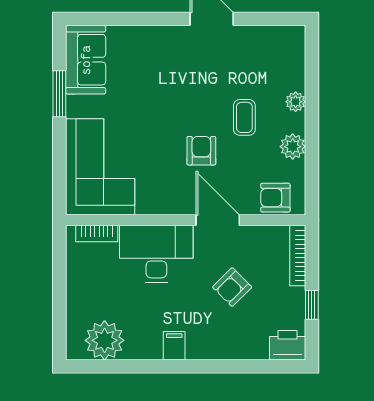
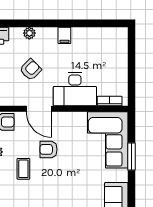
window: (59, 94) -> (132, 156), moved
armchair: (201, 151) -> (49, 149), turned 90
plant: (105, 340) -> (29, 33), moved, width x0.53, depth x0.53

